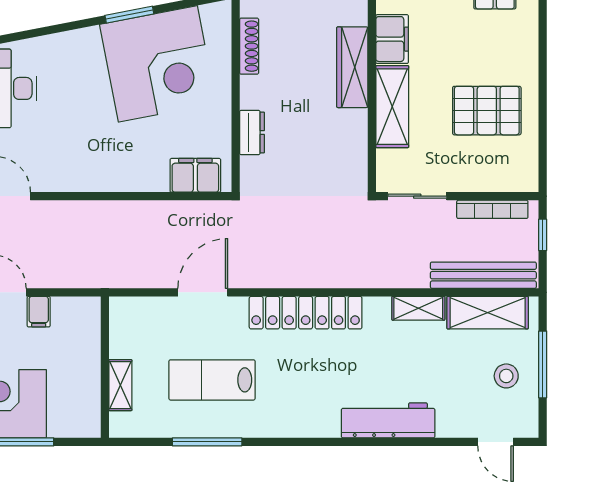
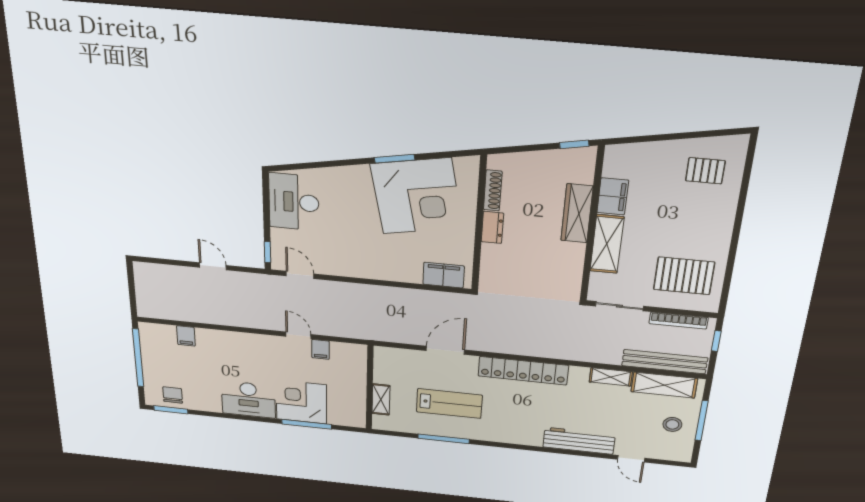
pallet: (487, 111) -> (684, 276), moved
dresser: (252, 132) -> (492, 227), moved
lab bench: (212, 380) -> (449, 404), turned 180
door: (496, 442) -> (631, 459), moved

